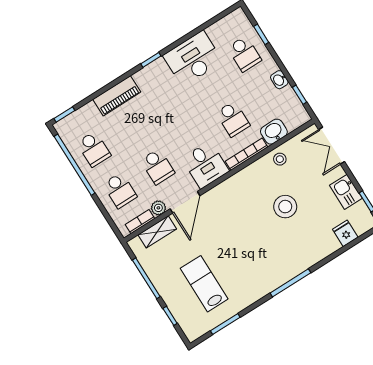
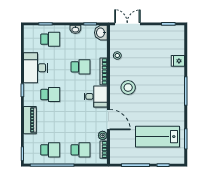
washbasin: (274, 132) -> (101, 33), moved
double door: (332, 146) -> (127, 24), swing flipped
school desk: (158, 167) -> (50, 95), moved
kitchen sink: (346, 192) -> (156, 32), removed
stool: (285, 207) -> (128, 87), moved
shelving: (157, 232) -> (115, 144), removed
fridge: (345, 233) -> (178, 61), moved
lab bench: (204, 284) -> (158, 137), width x1.36, depth x1.39

